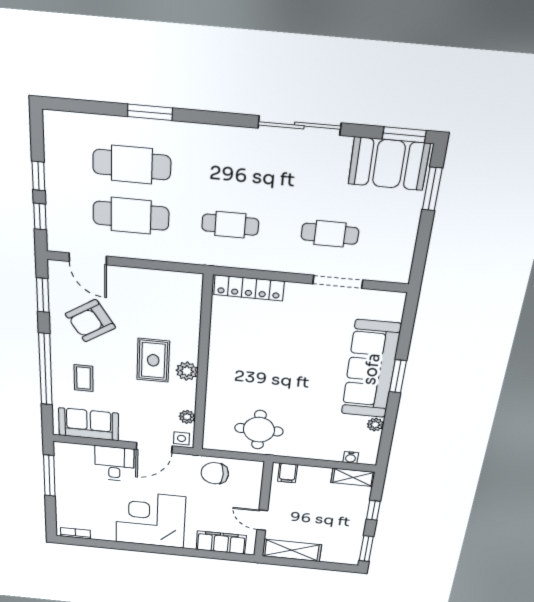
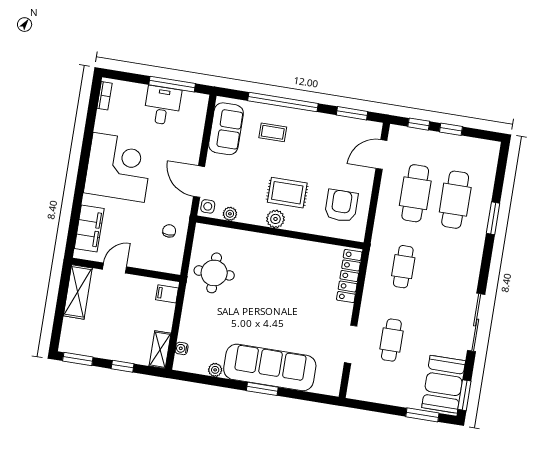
armchair: (90, 321) -> (341, 206), moved, turned 33
desk: (114, 464) -> (162, 105), moved, turned -90
chair: (215, 473) -> (169, 231), width x0.54, depth x0.54

